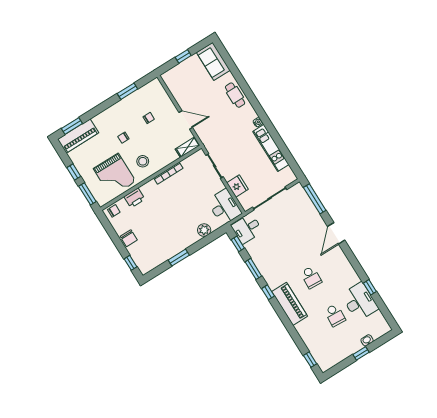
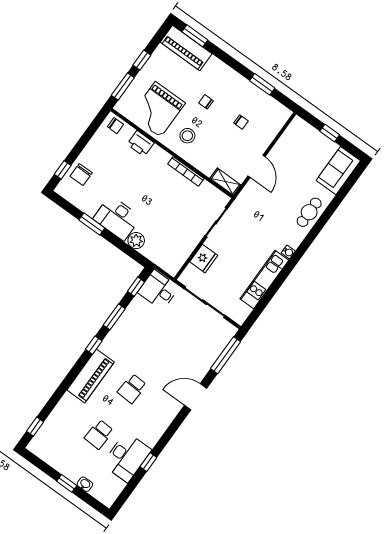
desk: (224, 207) -> (117, 218), moved, turned 90
chair: (129, 238) -> (81, 174), moved

